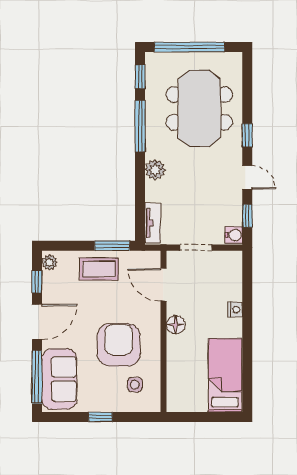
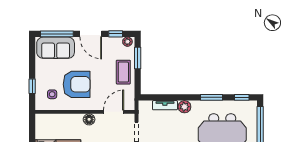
window: (140, 126) -> (211, 97), width x0.69
tv unit: (153, 223) -> (165, 105), moved
window: (112, 246) -> (138, 58), moved
window: (100, 417) -> (32, 86), moved

